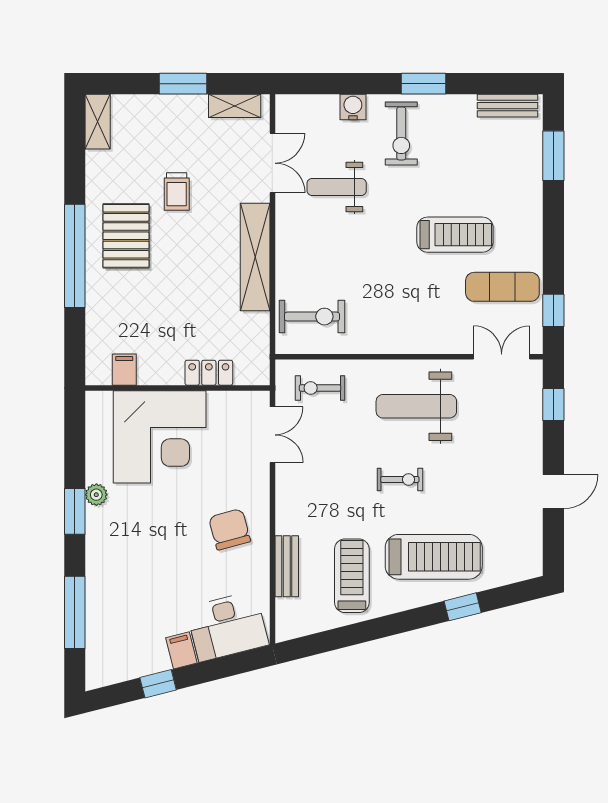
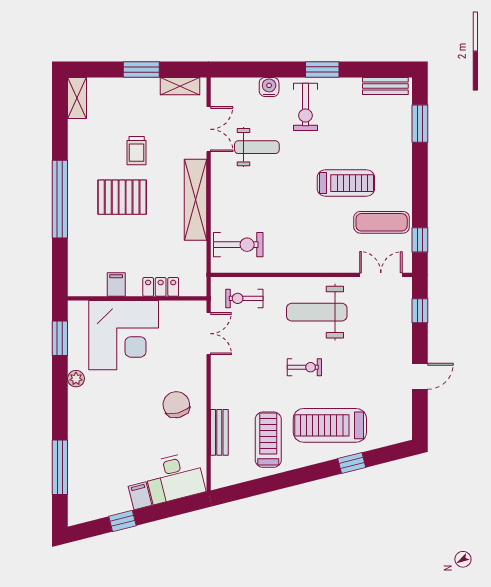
weight bench: (337, 187) -> (257, 147), turned 180
pallet: (126, 236) -> (122, 197), moved, turned 90
filing cabinet: (124, 370) -> (116, 285), moved
window: (75, 511) -> (60, 338), moved
treadmill: (434, 557) -> (330, 425), turned 180

